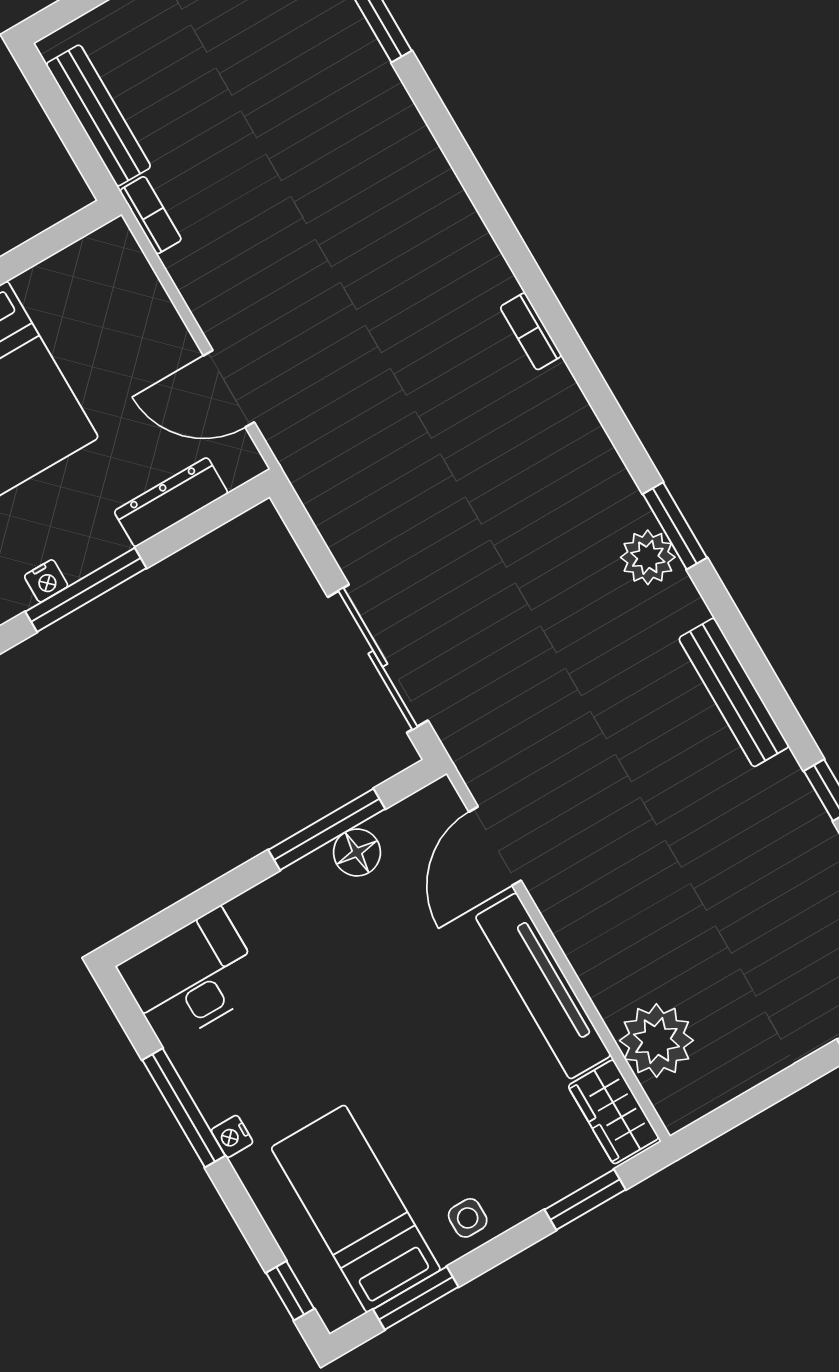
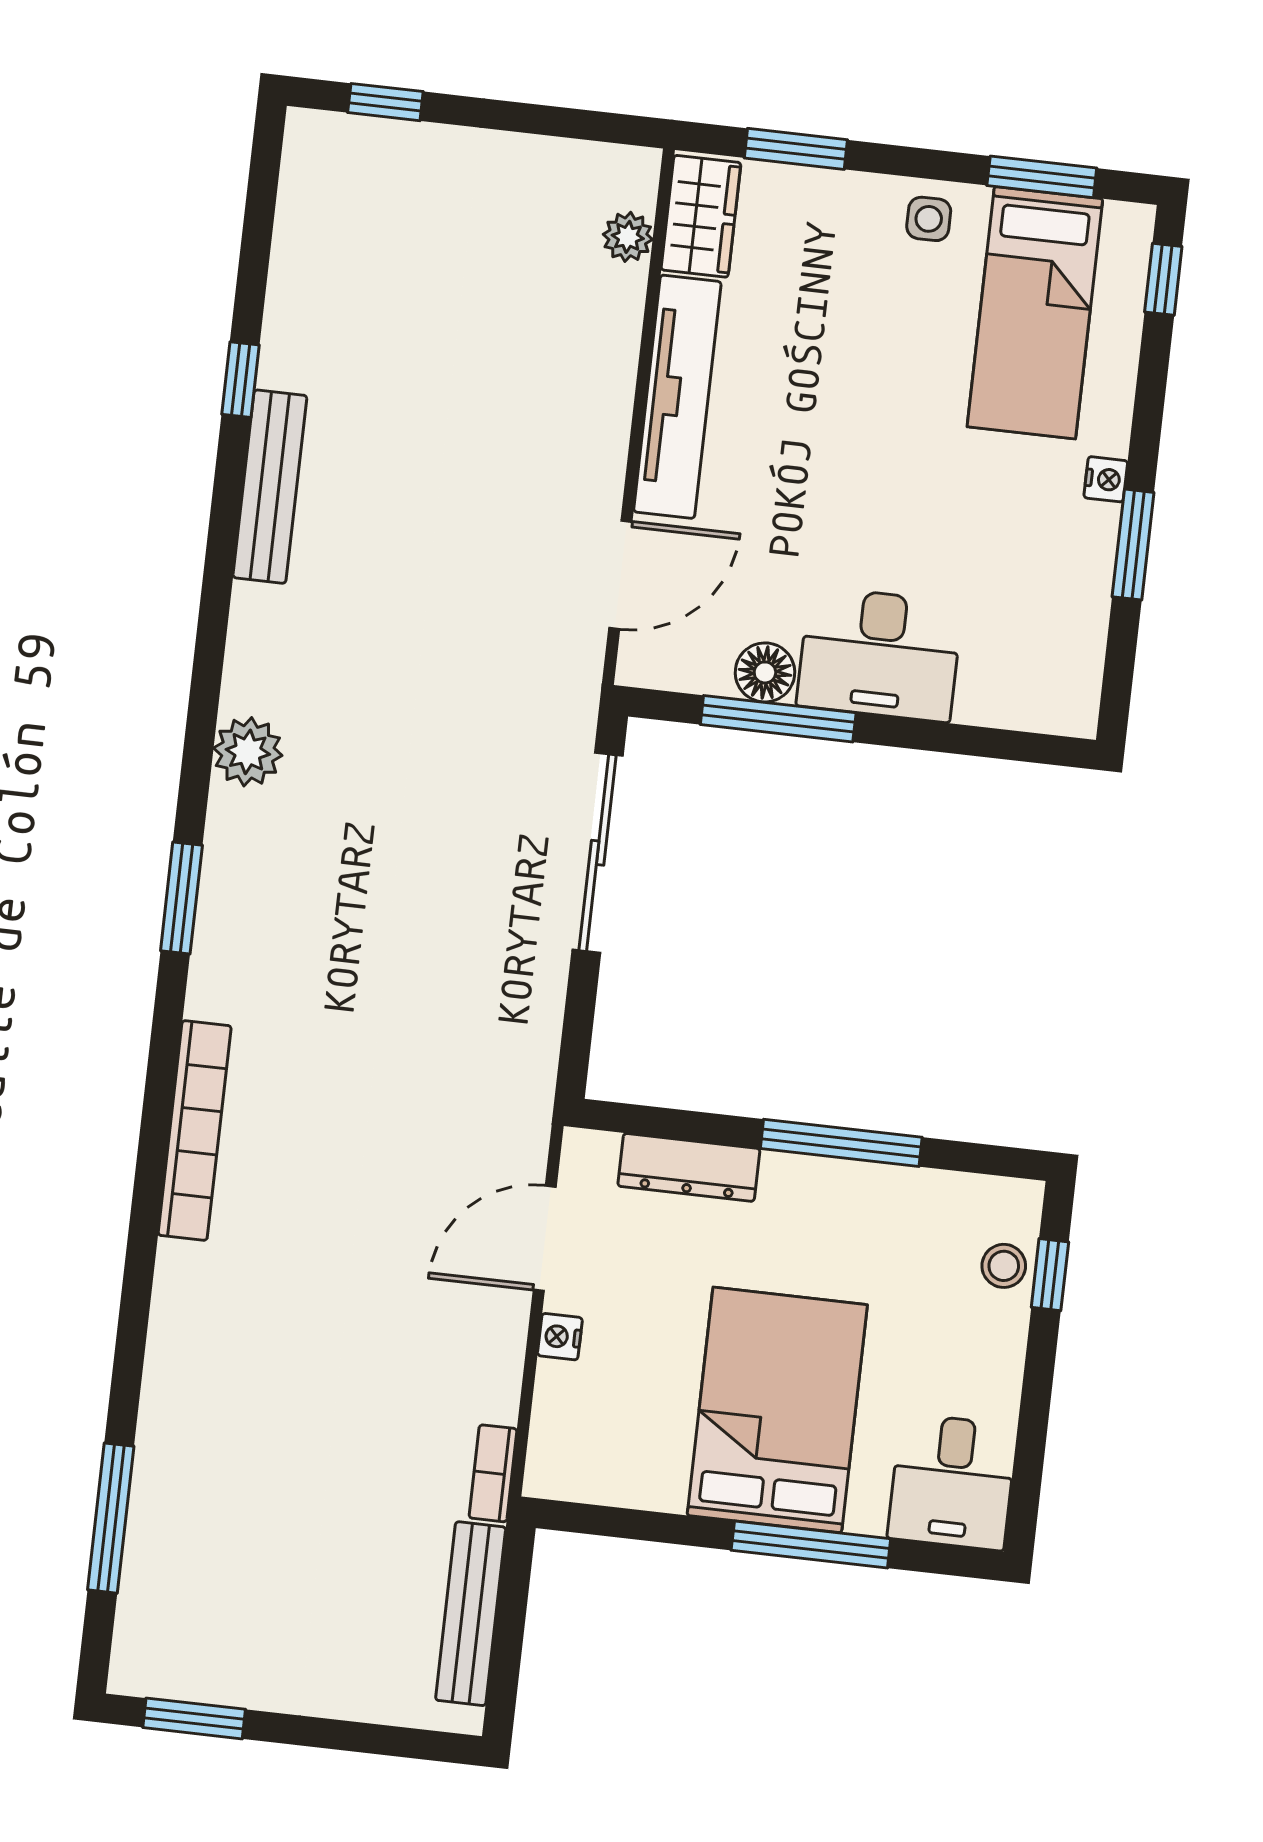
bookcase: (531, 331) -> (195, 1130), width x2.31, depth x1.31
door: (229, 389) -> (545, 1238), swing flipped
window: (675, 526) -> (181, 898), moved
nightstand: (46, 581) -> (560, 1337), moved, turned -90
bench: (734, 692) -> (270, 487), moved
desk: (192, 977) -> (879, 654), moved
plant: (656, 1041) -> (628, 237), width x0.53, depth x0.53
window: (184, 1108) -> (1133, 545), width x0.69

